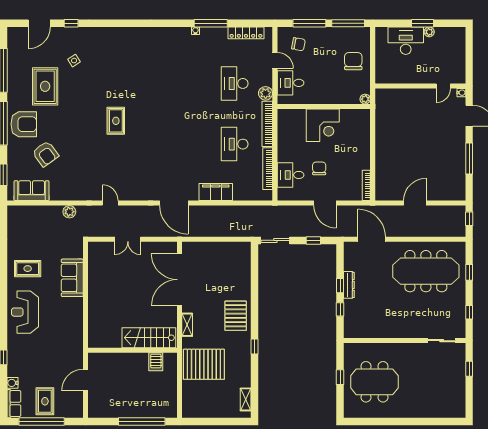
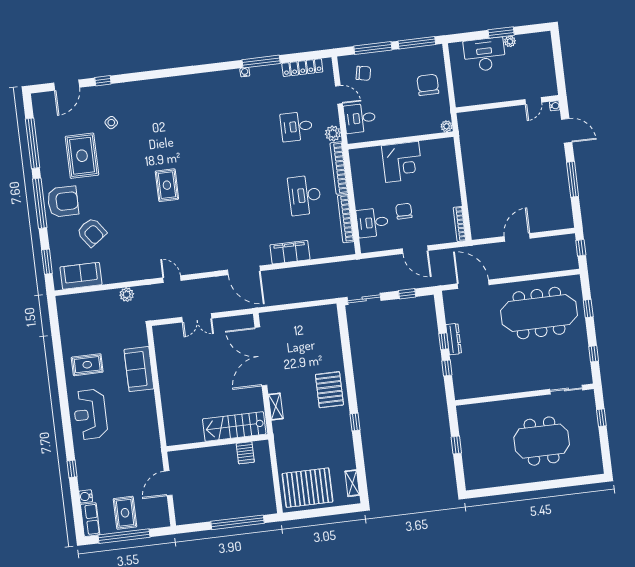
desk: (235, 83) -> (296, 127), width x0.73
pallet: (204, 364) -> (307, 488), moved
meeting table: (374, 382) -> (542, 441), moved

